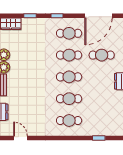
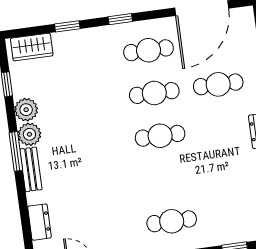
cafe table: (69, 99) -> (166, 179), removed

